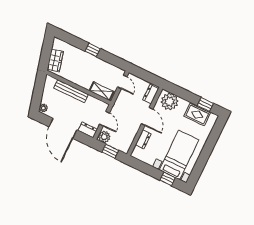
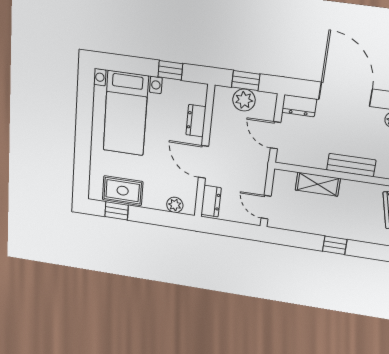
bench: (71, 91) -> (351, 165), width x0.73
shelving: (102, 91) -> (318, 184), moved
plant: (170, 102) -> (175, 205), width x0.53, depth x0.53
plant: (104, 137) -> (244, 100), moved
window: (168, 179) -> (170, 70), moved

